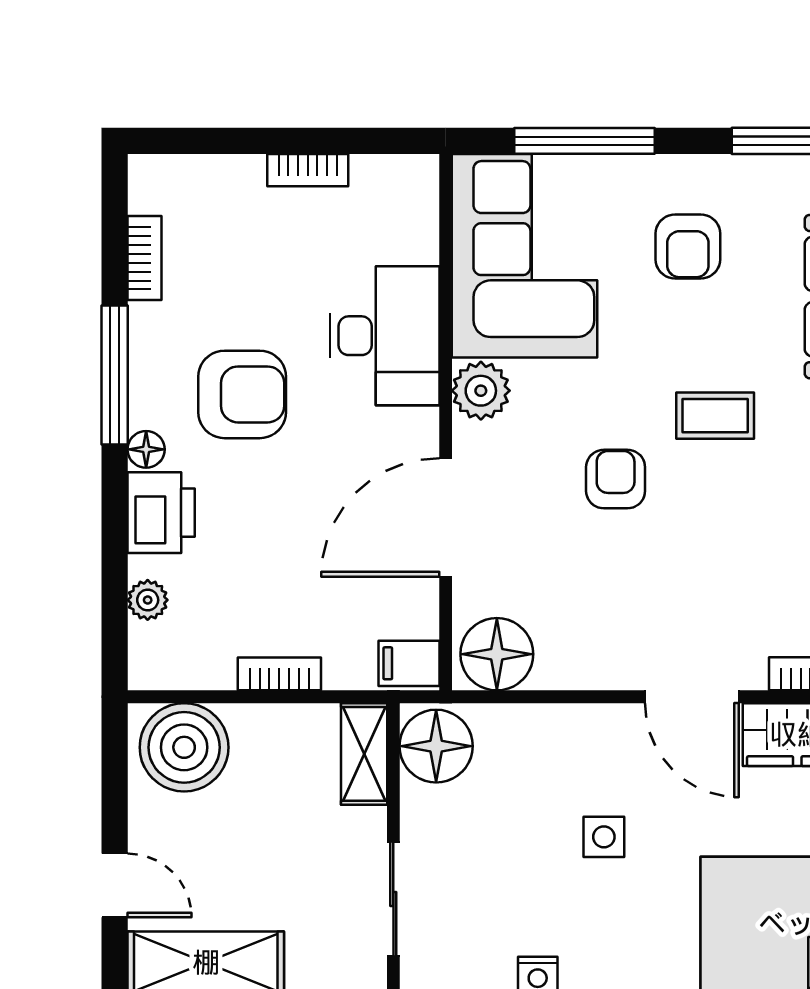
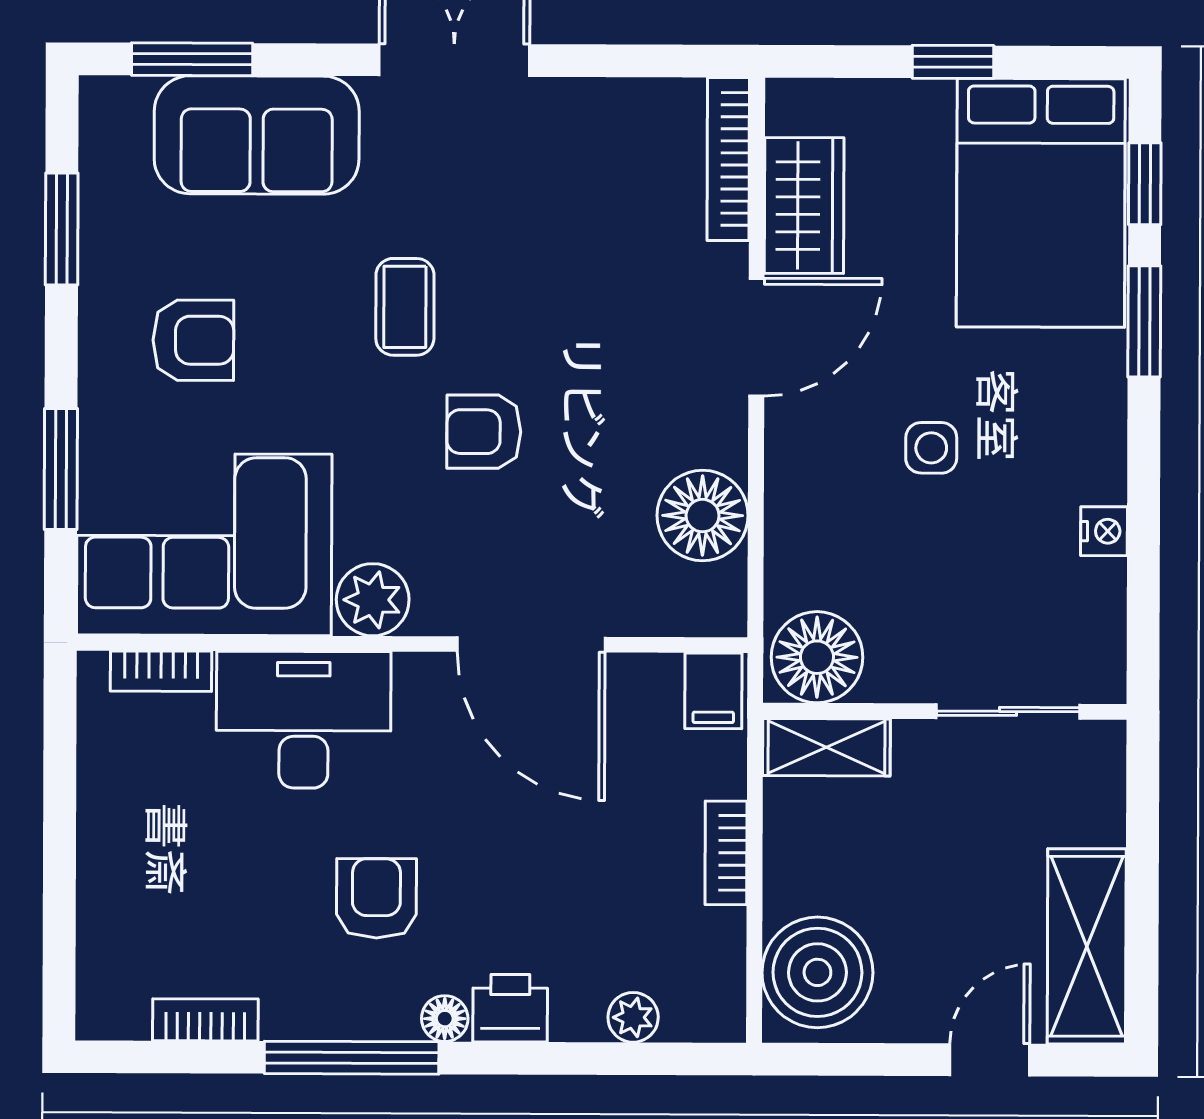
window: (585, 141) -> (61, 469), width x0.69
bookcase: (308, 170) -> (161, 671), moved, turned 90
armchair: (242, 394) -> (376, 898), width x0.72, depth x0.72
printer: (161, 513) -> (510, 1008), width x0.73, depth x0.81
floor lamp: (497, 654) -> (703, 516), moved

